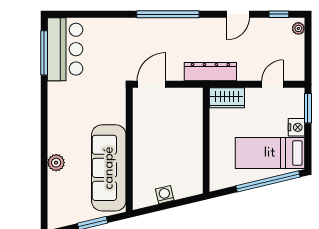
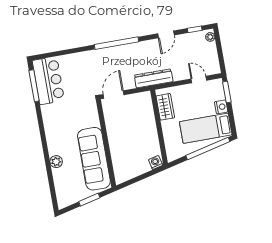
door: (272, 84) -> (199, 80), hinge flipped
wardrobe: (227, 98) -> (165, 107), moved, turned -90
washing machine: (165, 195) -> (156, 162), moved

